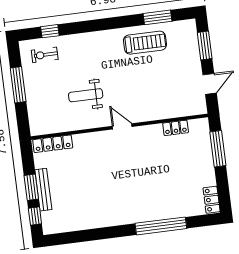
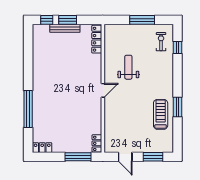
window: (158, 17) -> (177, 107), moved
treadmill: (145, 43) -> (161, 114), turned 180
locker: (176, 128) -> (97, 143), moved

